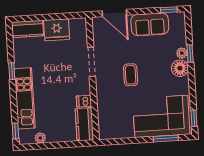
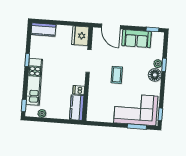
fridge: (57, 30) -> (80, 36), moved, turned 90

